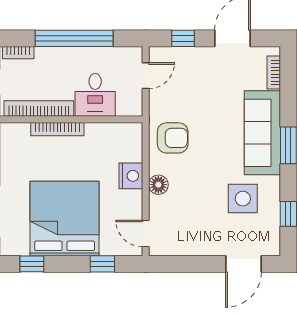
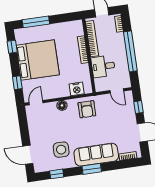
nightstand: (131, 176) -> (77, 89), moved

